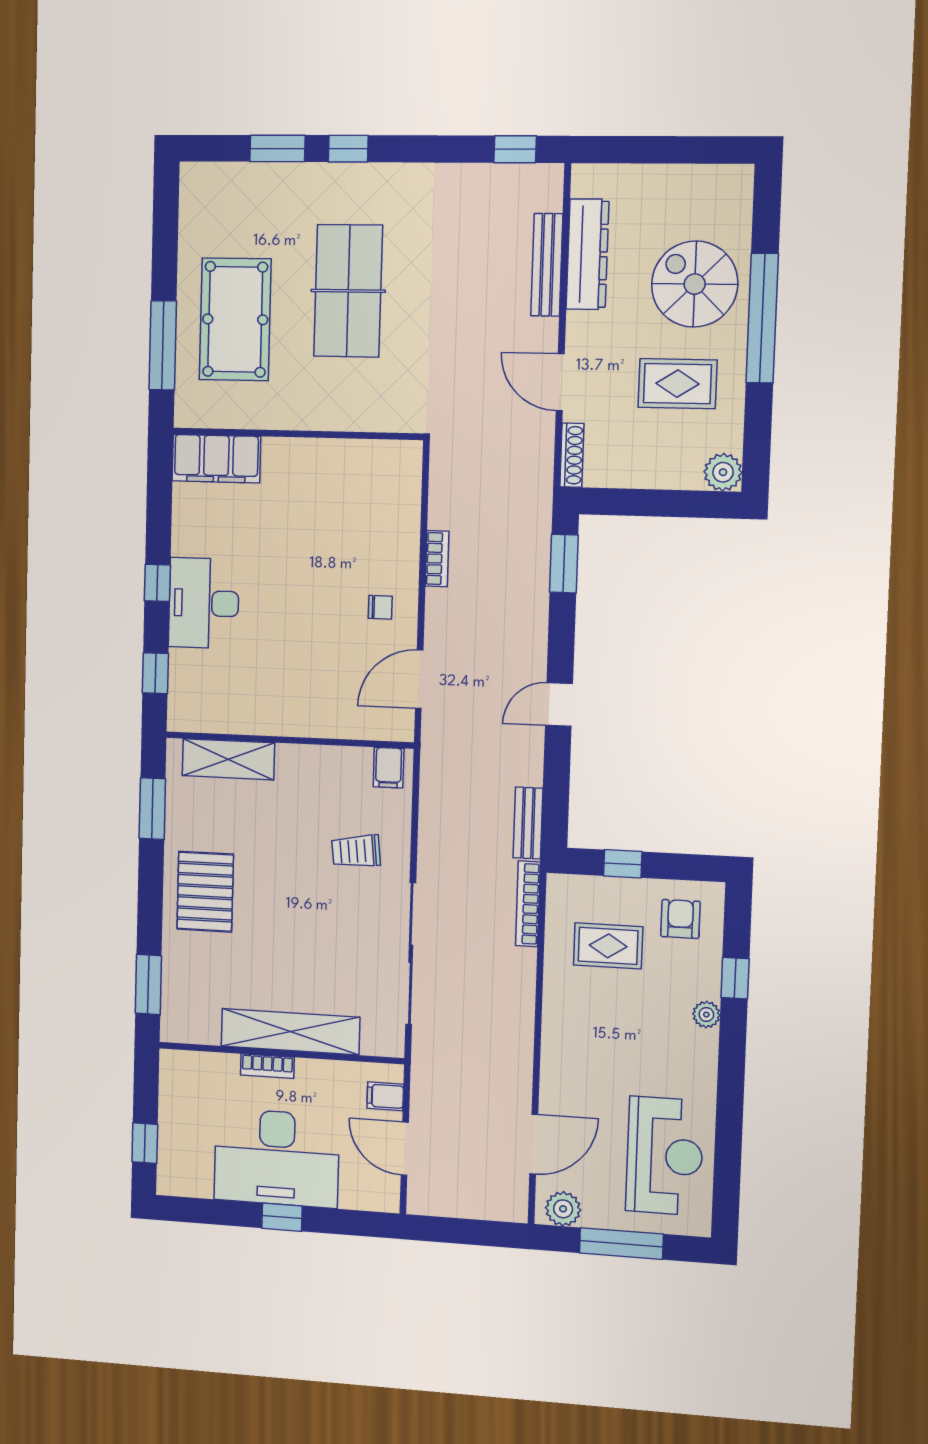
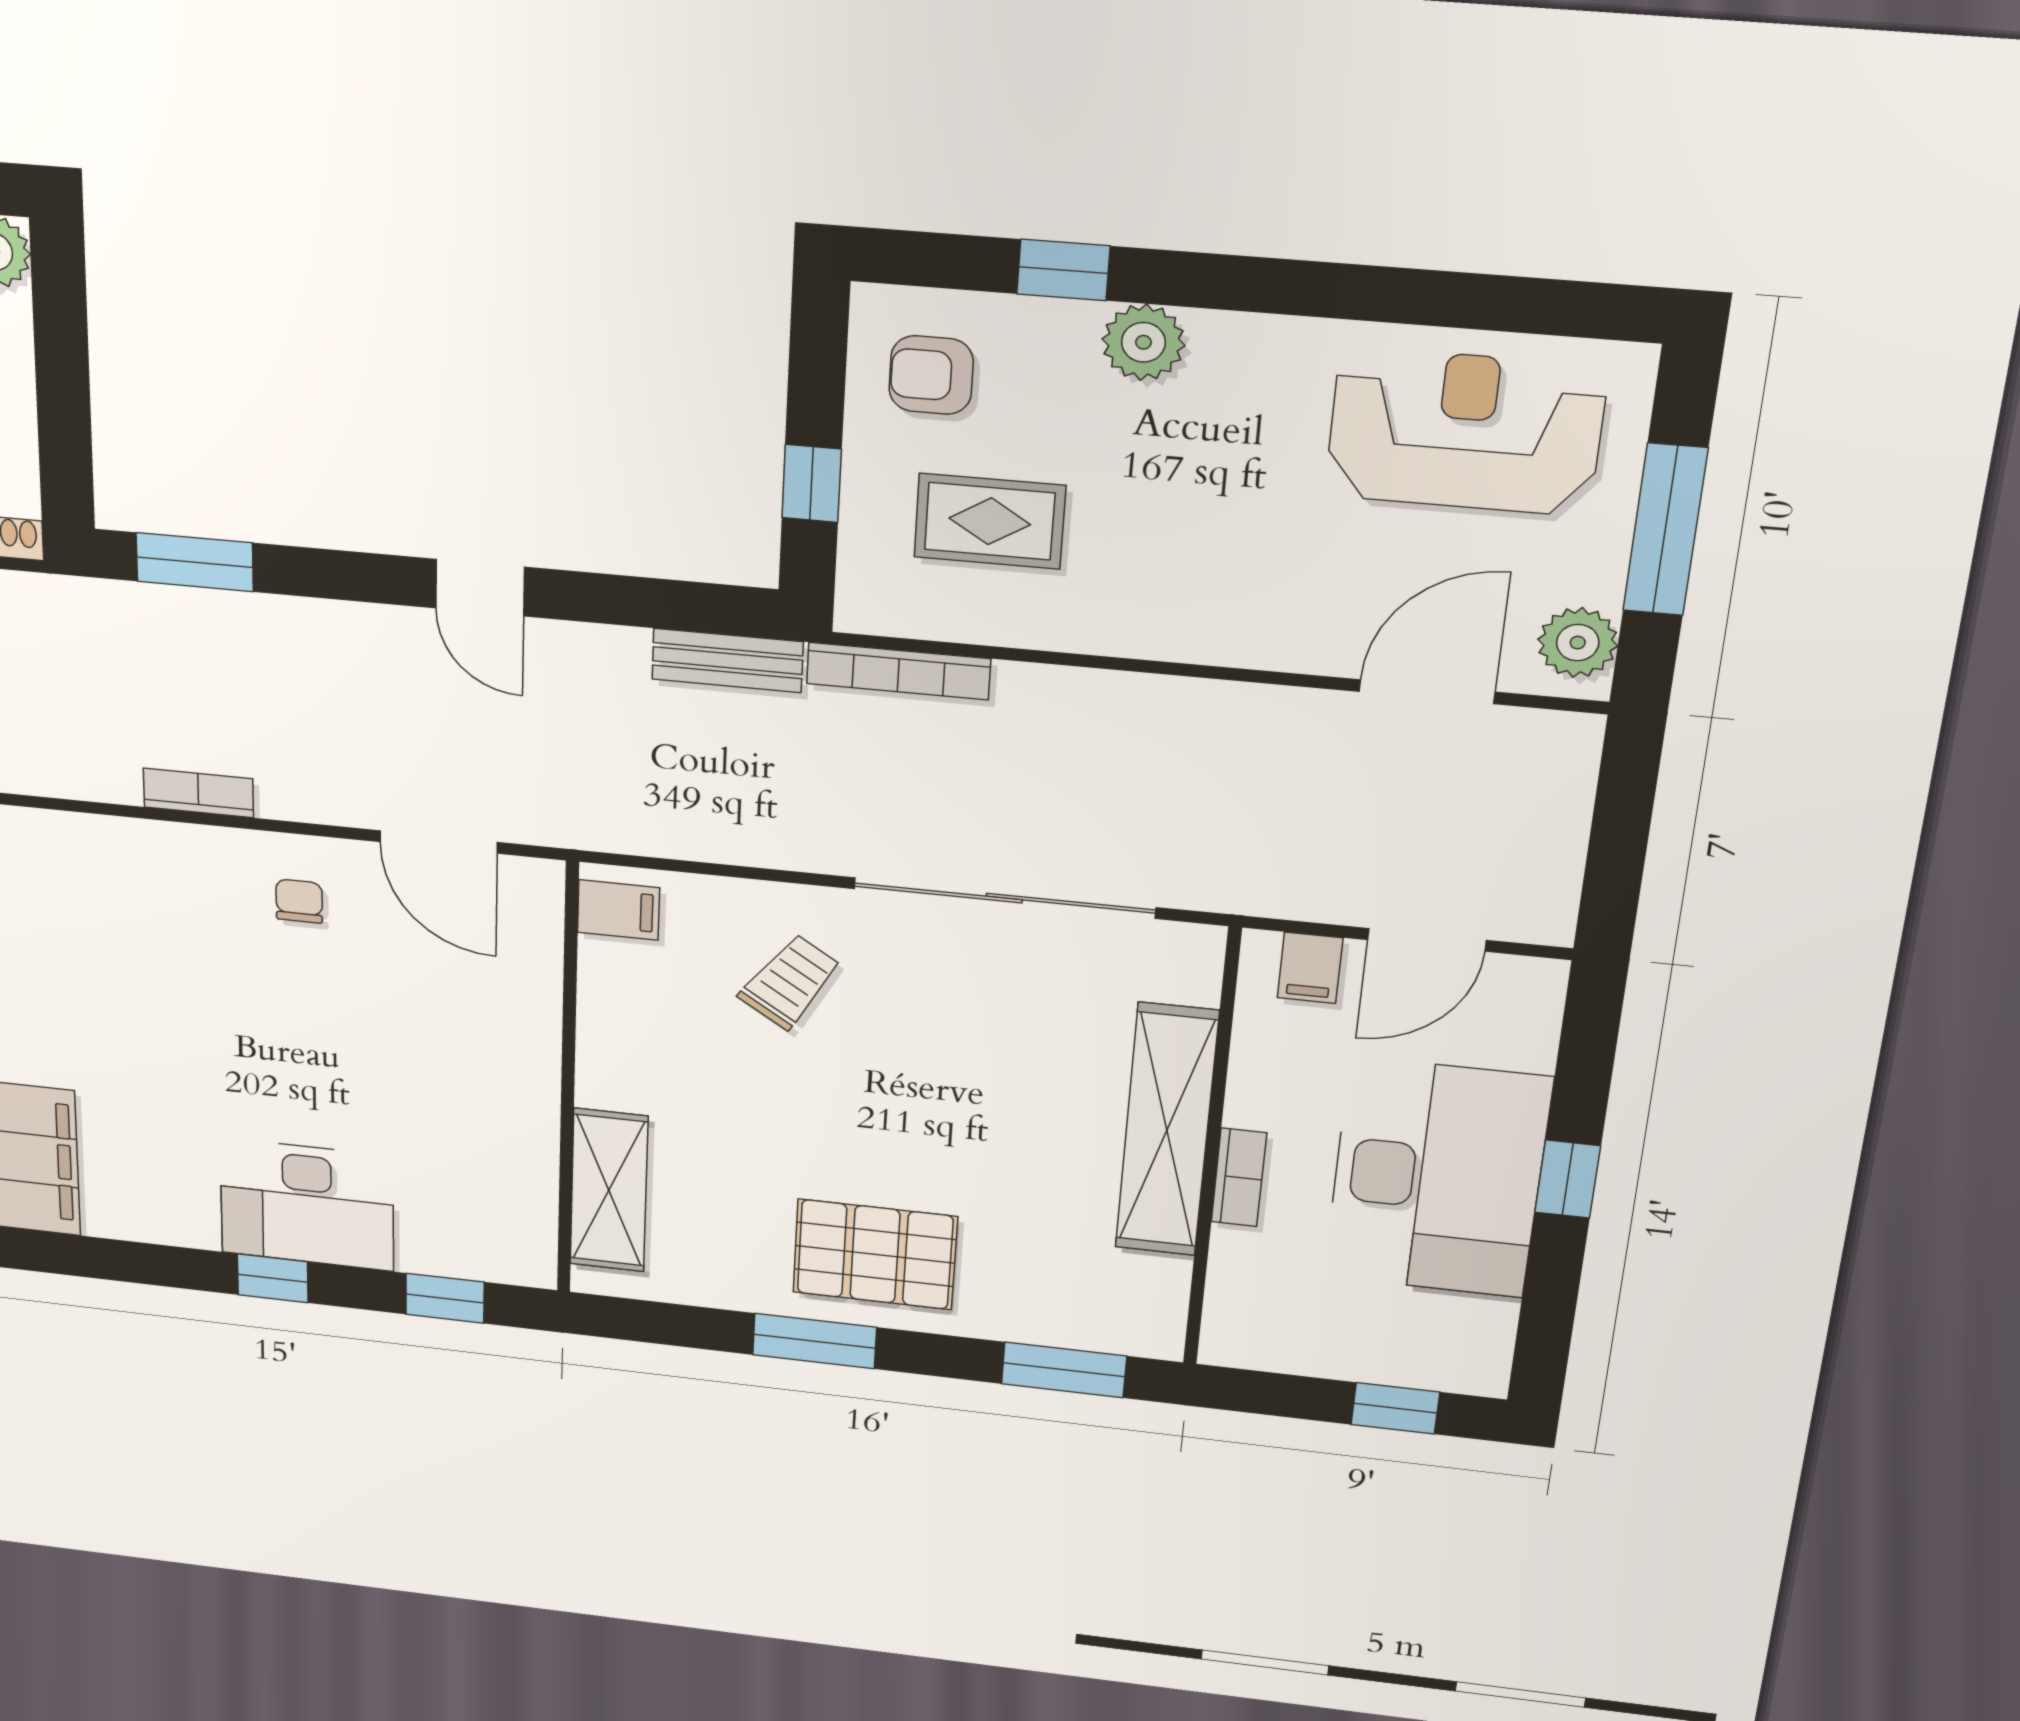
window: (152, 809) -> (814, 1341), moved
trolley: (356, 851) -> (790, 982), turned -141
rug: (608, 946) -> (990, 521), turned 90
plant: (706, 1015) -> (1143, 342), width x1.38, depth x1.38
door: (534, 1144) -> (1427, 692), hinge flipped

